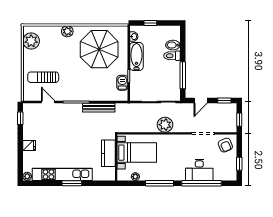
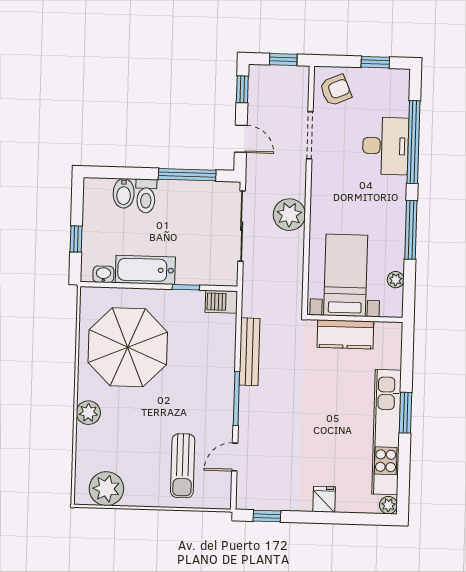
barbecue: (122, 83) -> (221, 302), moved

